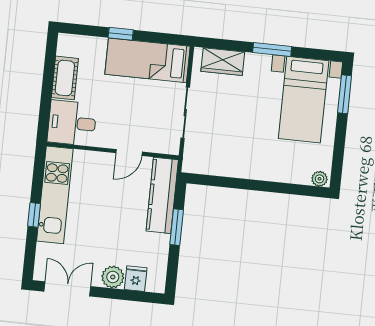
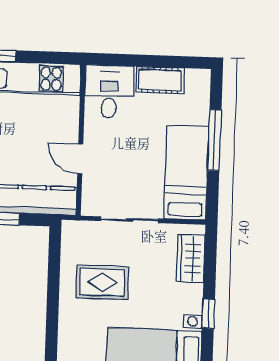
window: (121, 34) -> (214, 140), width x2.17
window: (272, 49) -> (208, 314), width x0.67
rug: (238, 141) -> (102, 282), added

